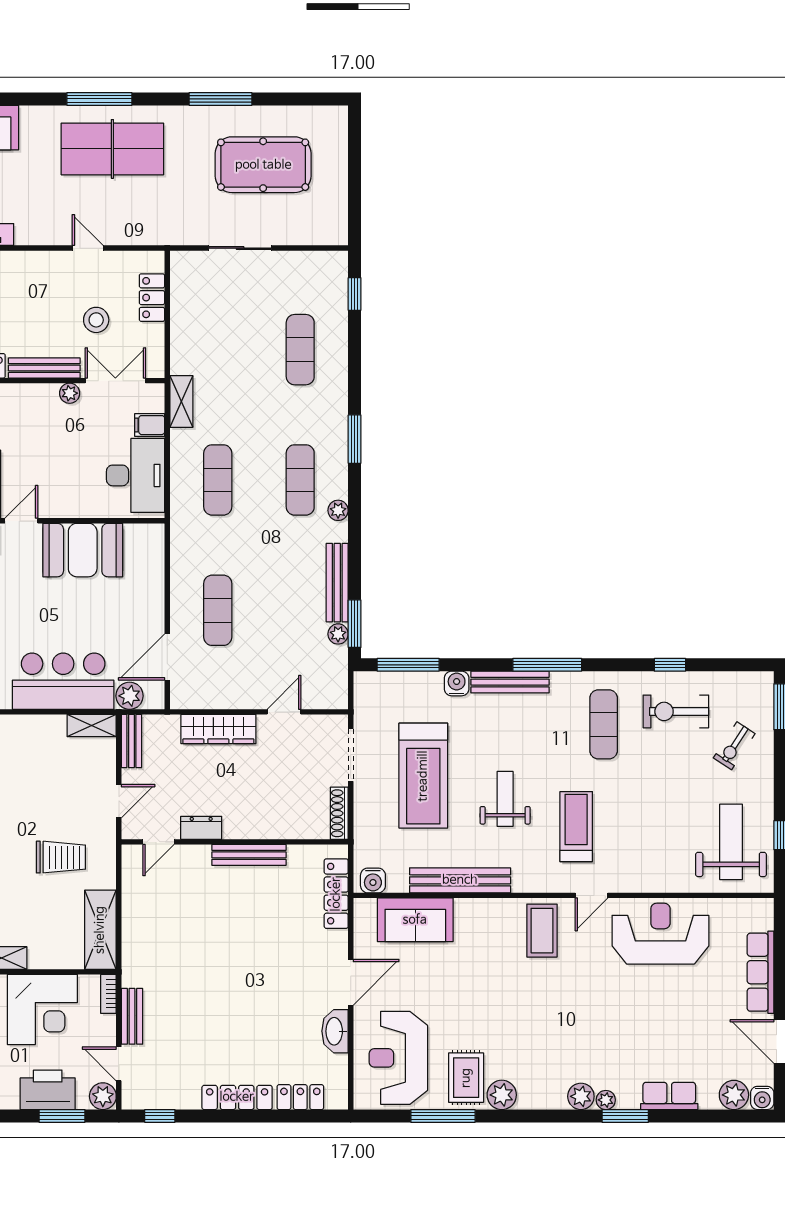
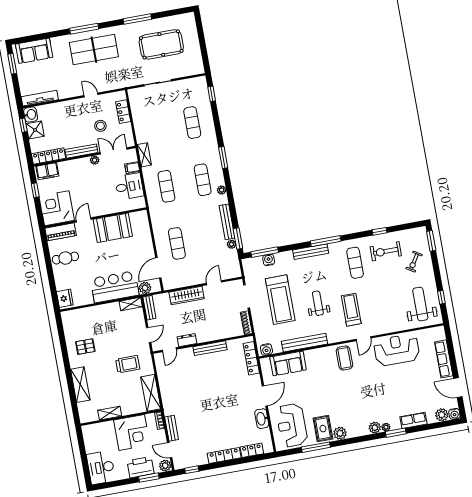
desk: (136, 475) -> (129, 186), width x0.73
water cooler: (457, 683) -> (269, 260), moved

